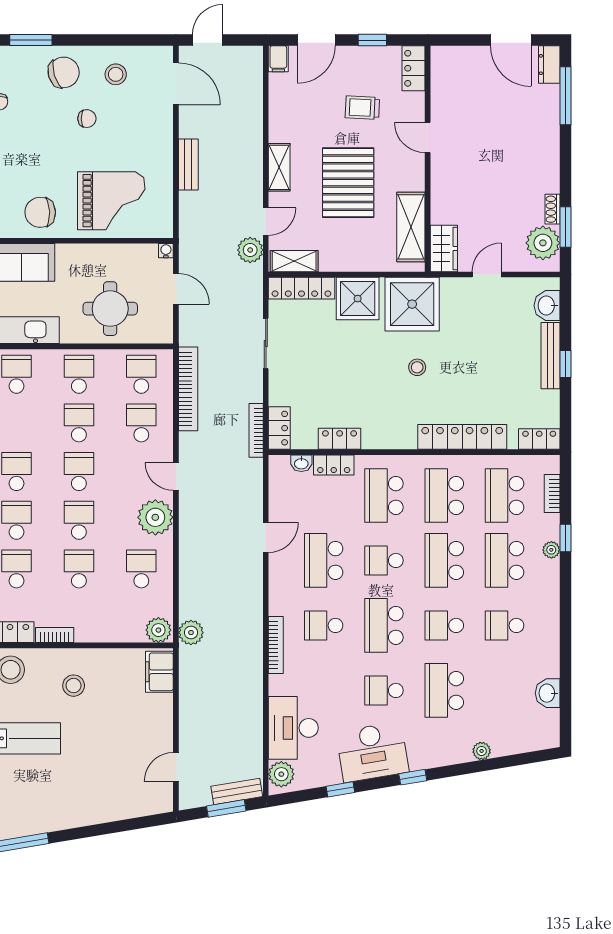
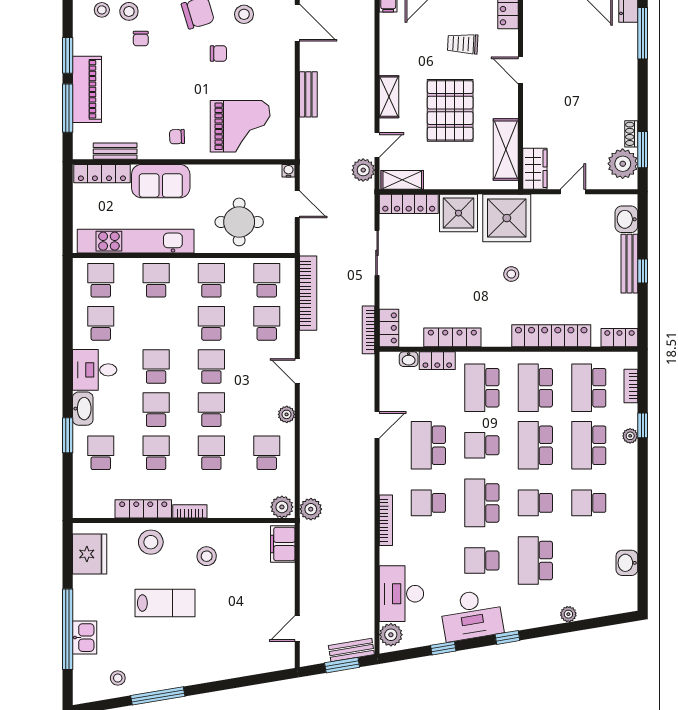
chair: (40, 212) -> (177, 137), width x0.54, depth x0.54
locker: (340, 439) -> (452, 337), width x1.53
plant: (155, 517) -> (287, 414), width x0.53, depth x0.53

